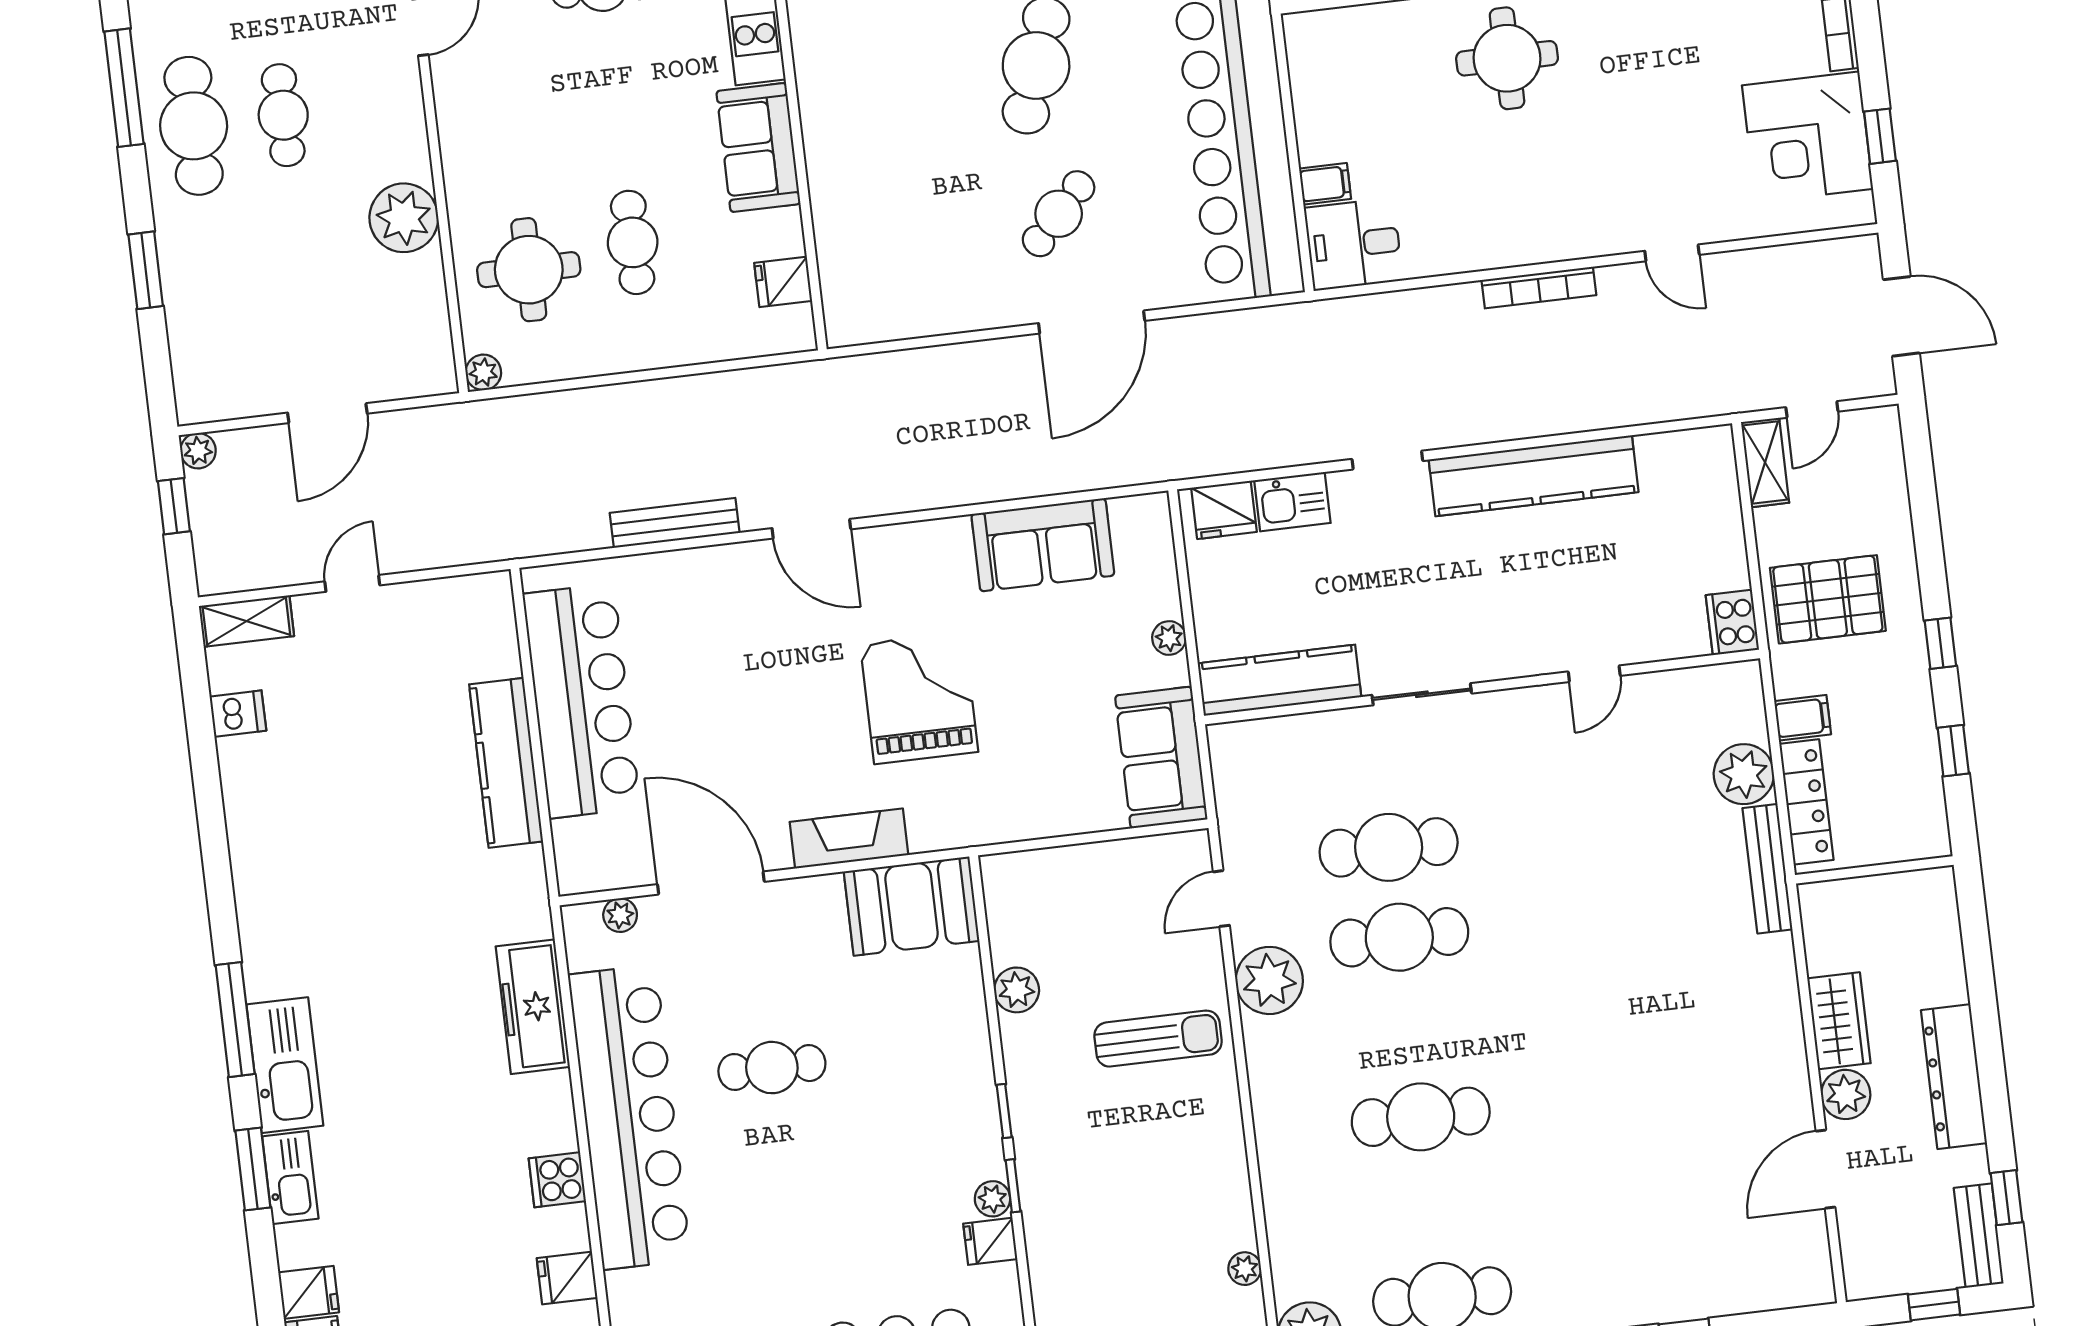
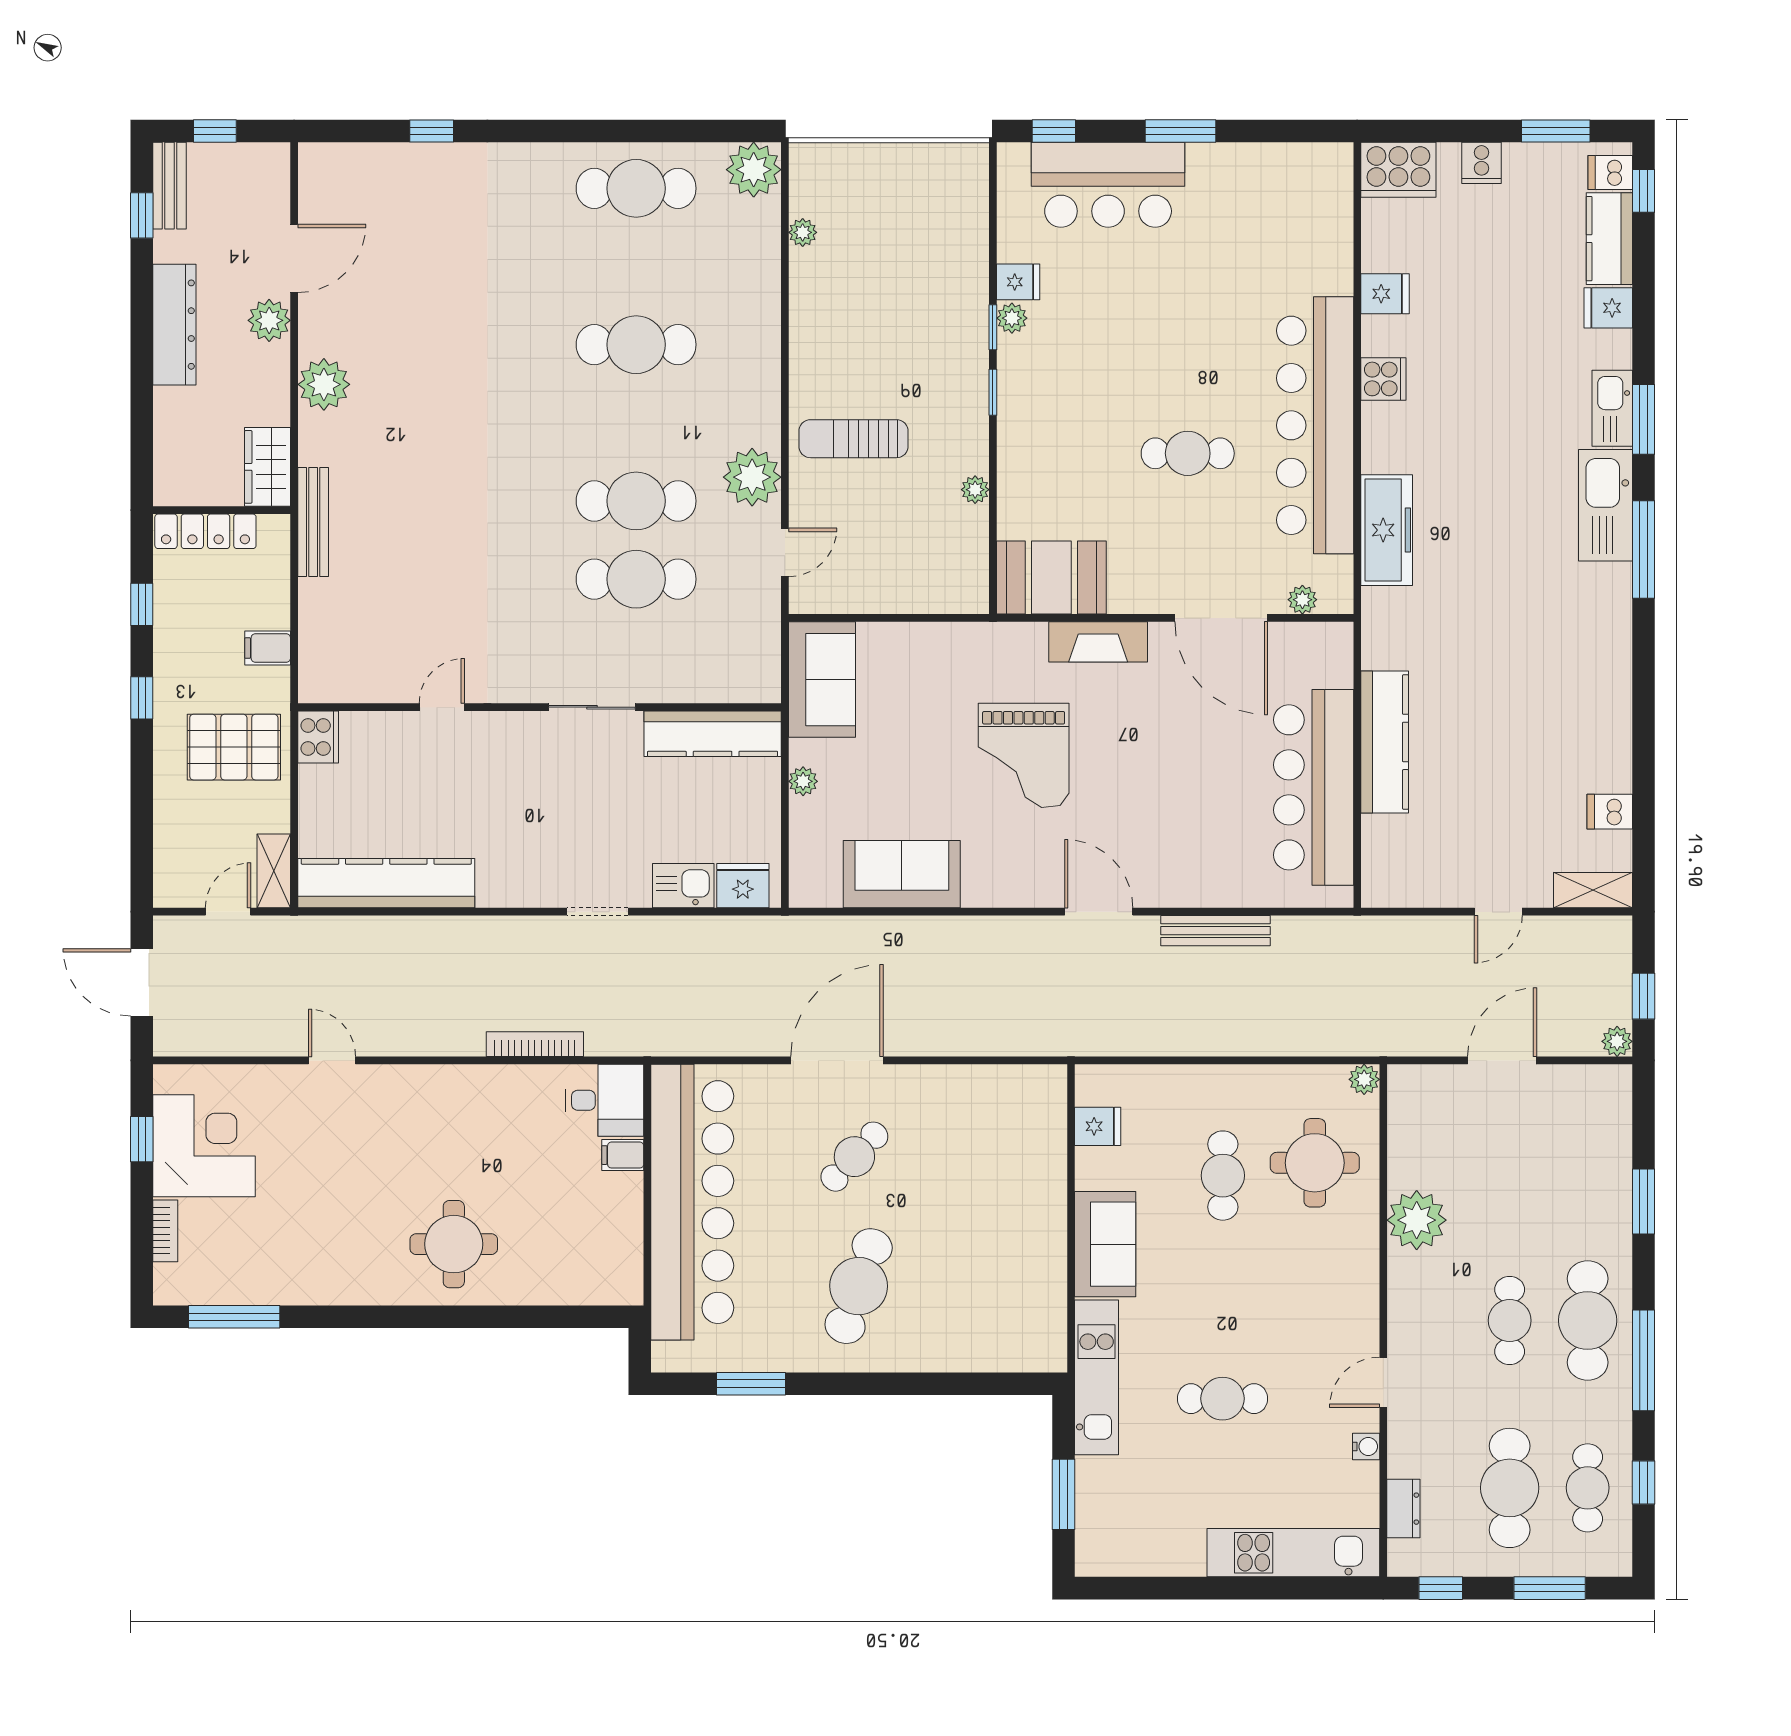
bookcase: (1539, 288) -> (535, 1044), moved
kitchen counter: (1534, 476) -> (386, 883), moved
plant: (1744, 774) -> (324, 384), moved
locker: (1806, 802) -> (205, 531), moved, turned -90
plant: (1017, 990) -> (975, 490), width x0.73, depth x0.73
wardrobe: (1839, 1021) -> (267, 467), moved

